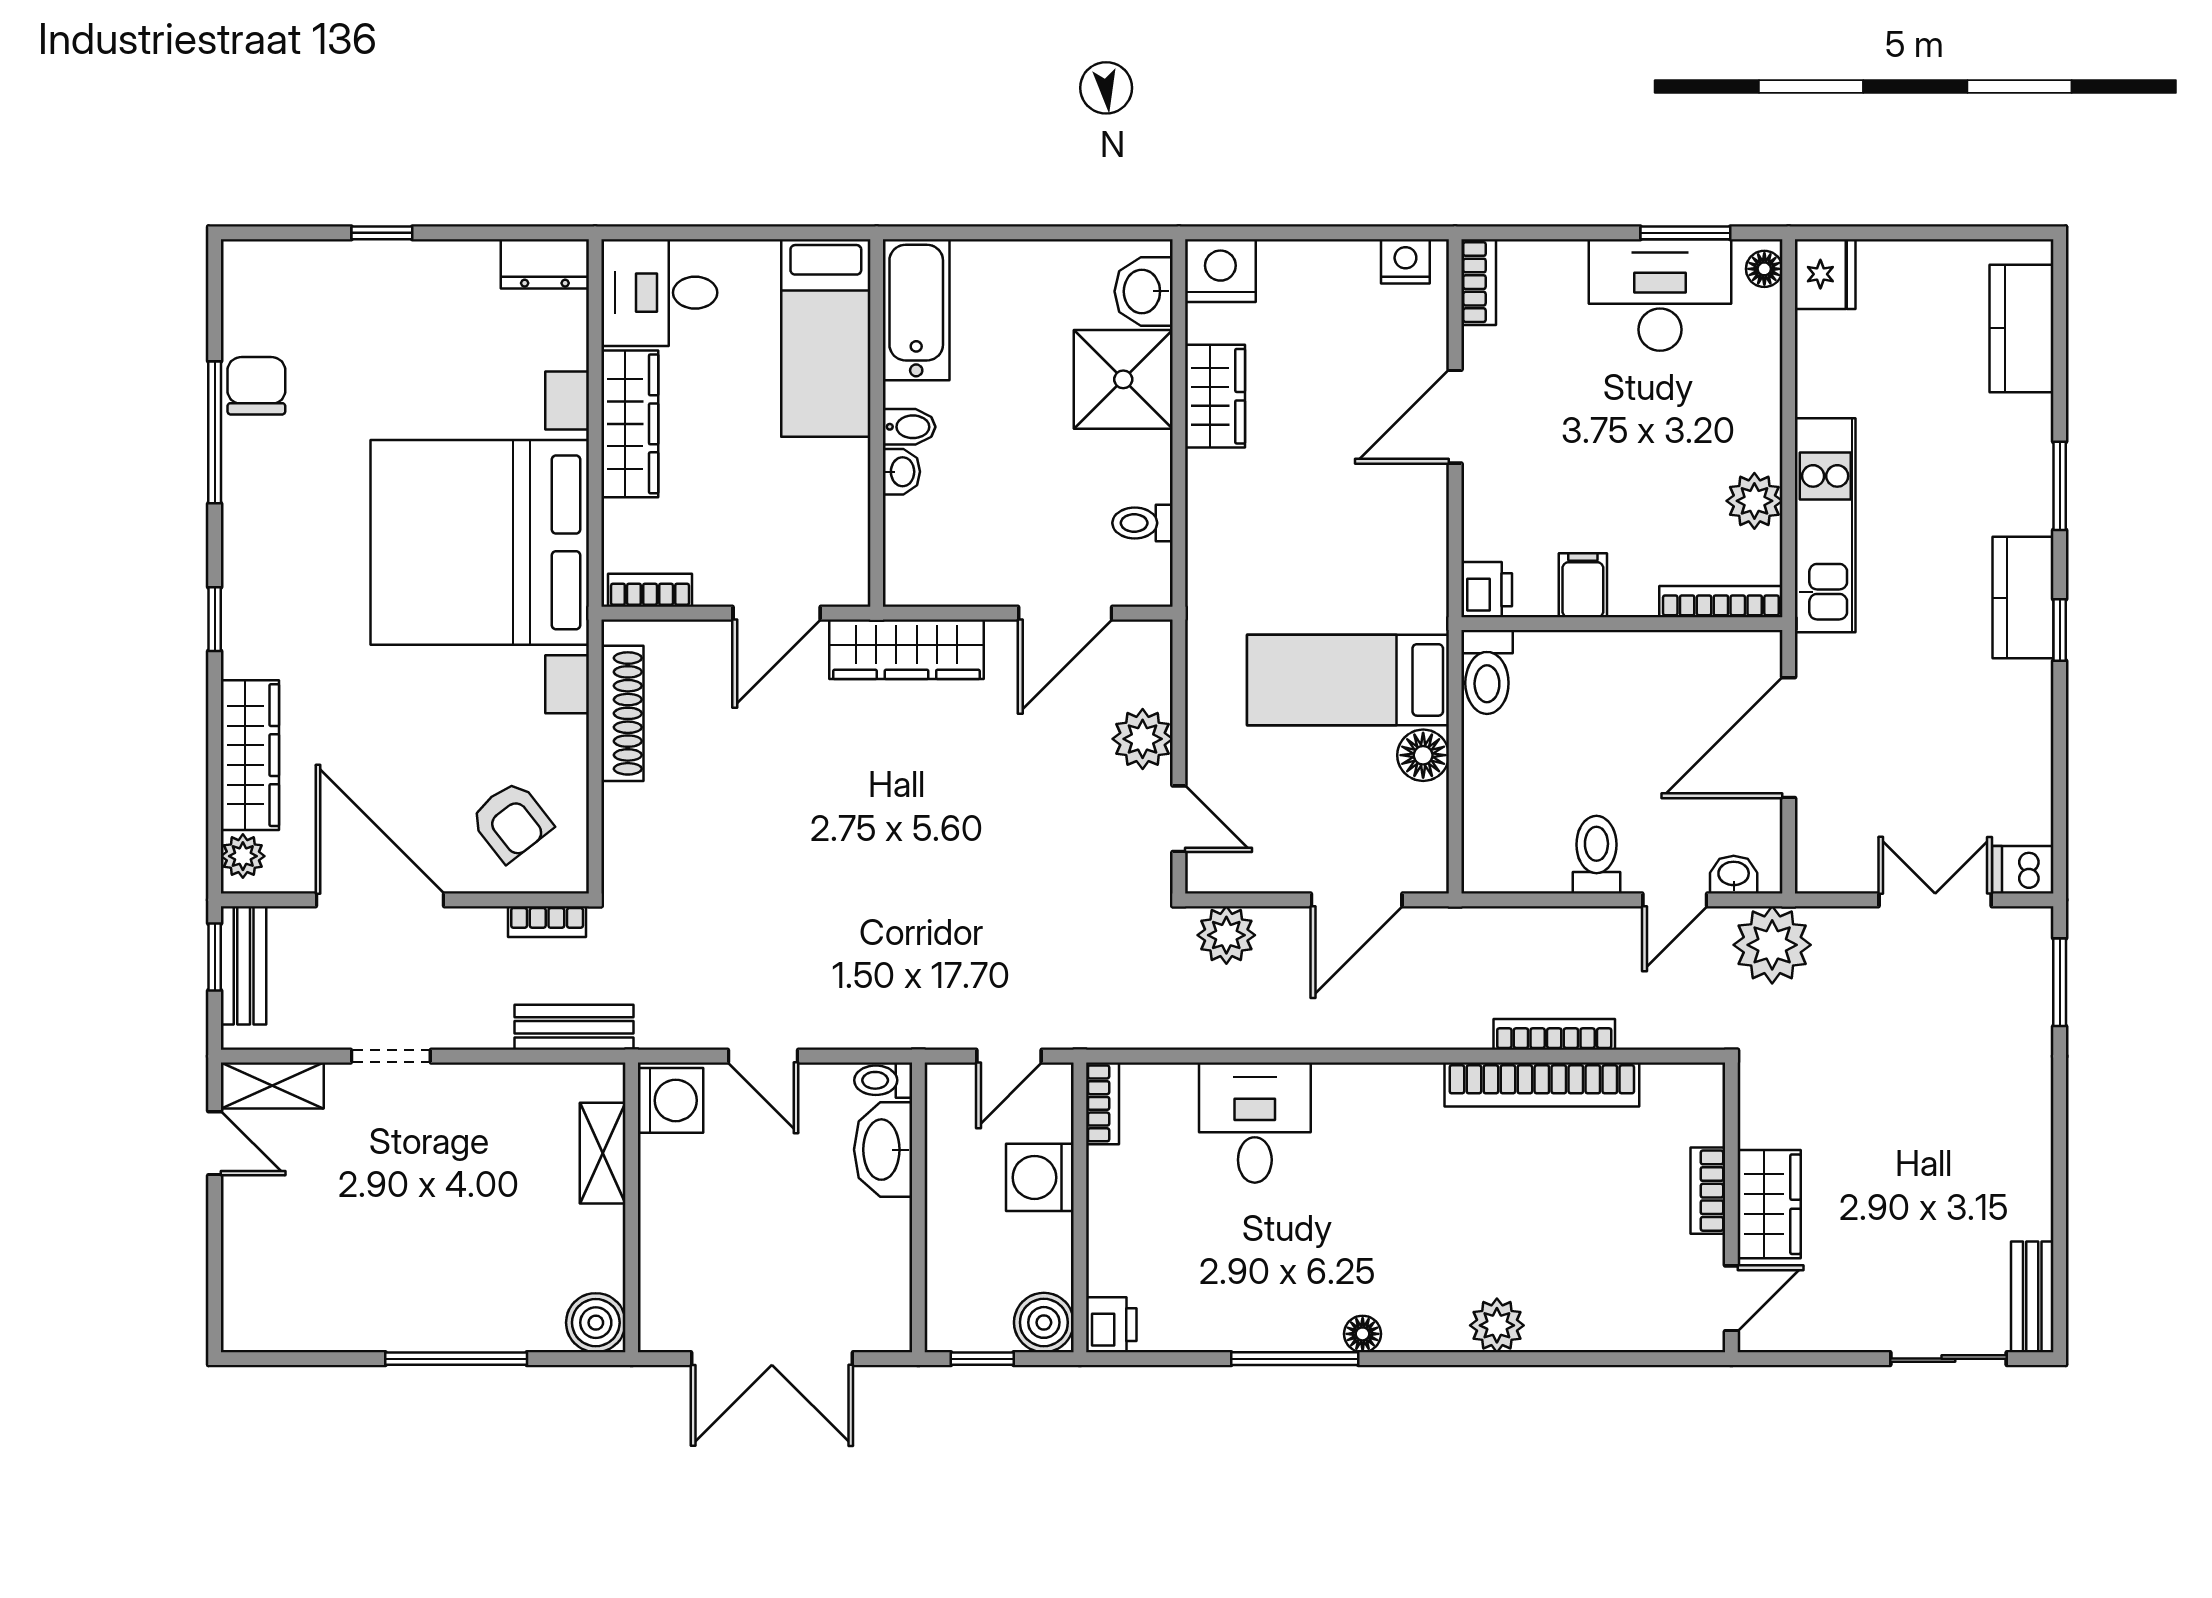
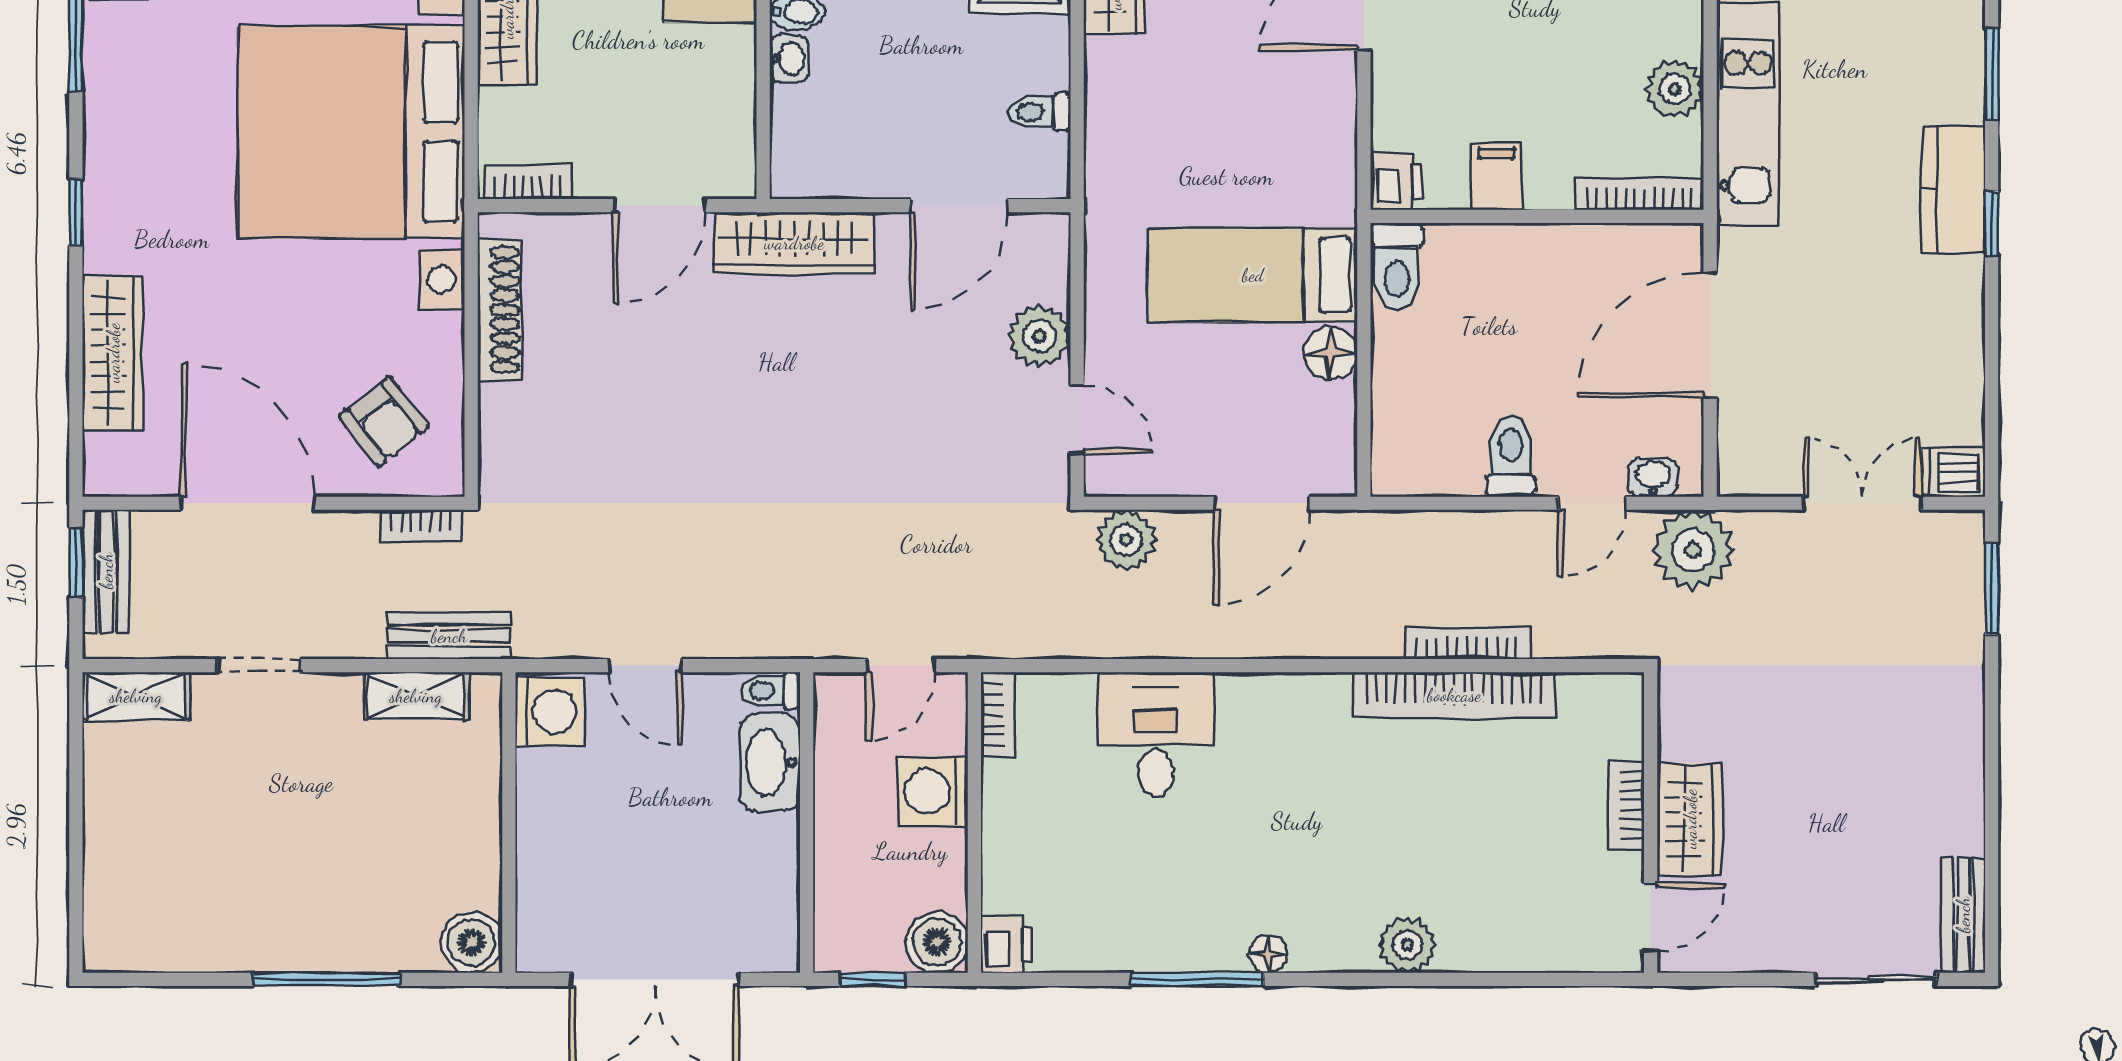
plant: (243, 856) -> (105, 458), removed
door: (215, 1143) -> (76, 756), removed
shelving: (603, 1153) -> (416, 696), moved, turned 90

